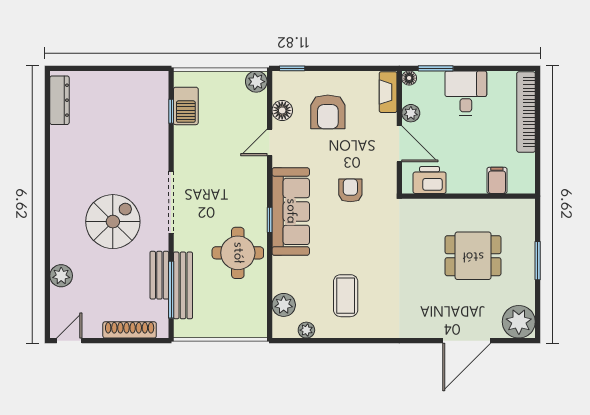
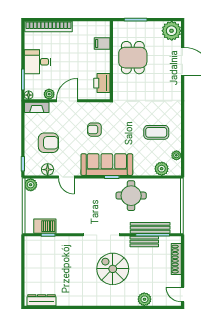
printer: (430, 180) -> (102, 83), moved
filing cabinet: (497, 180) -> (102, 44), moved
wall: (469, 196) -> (111, 60), moved

